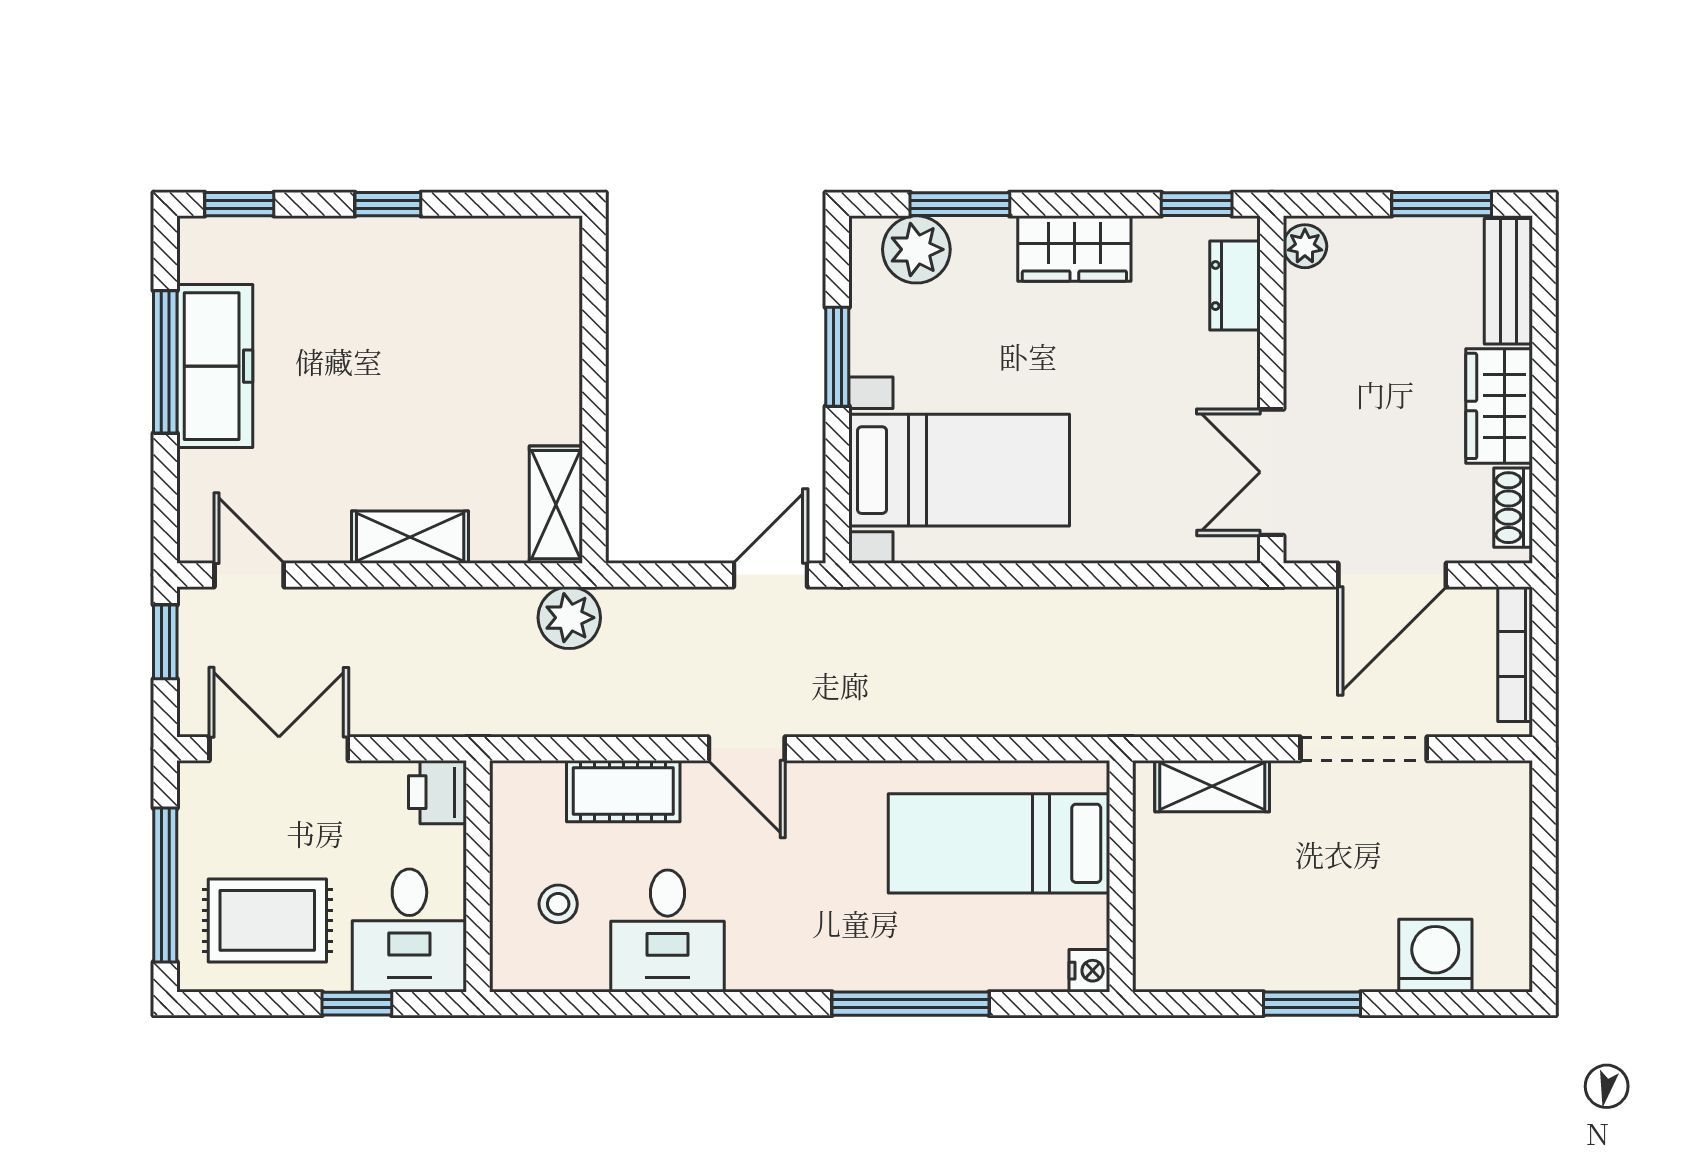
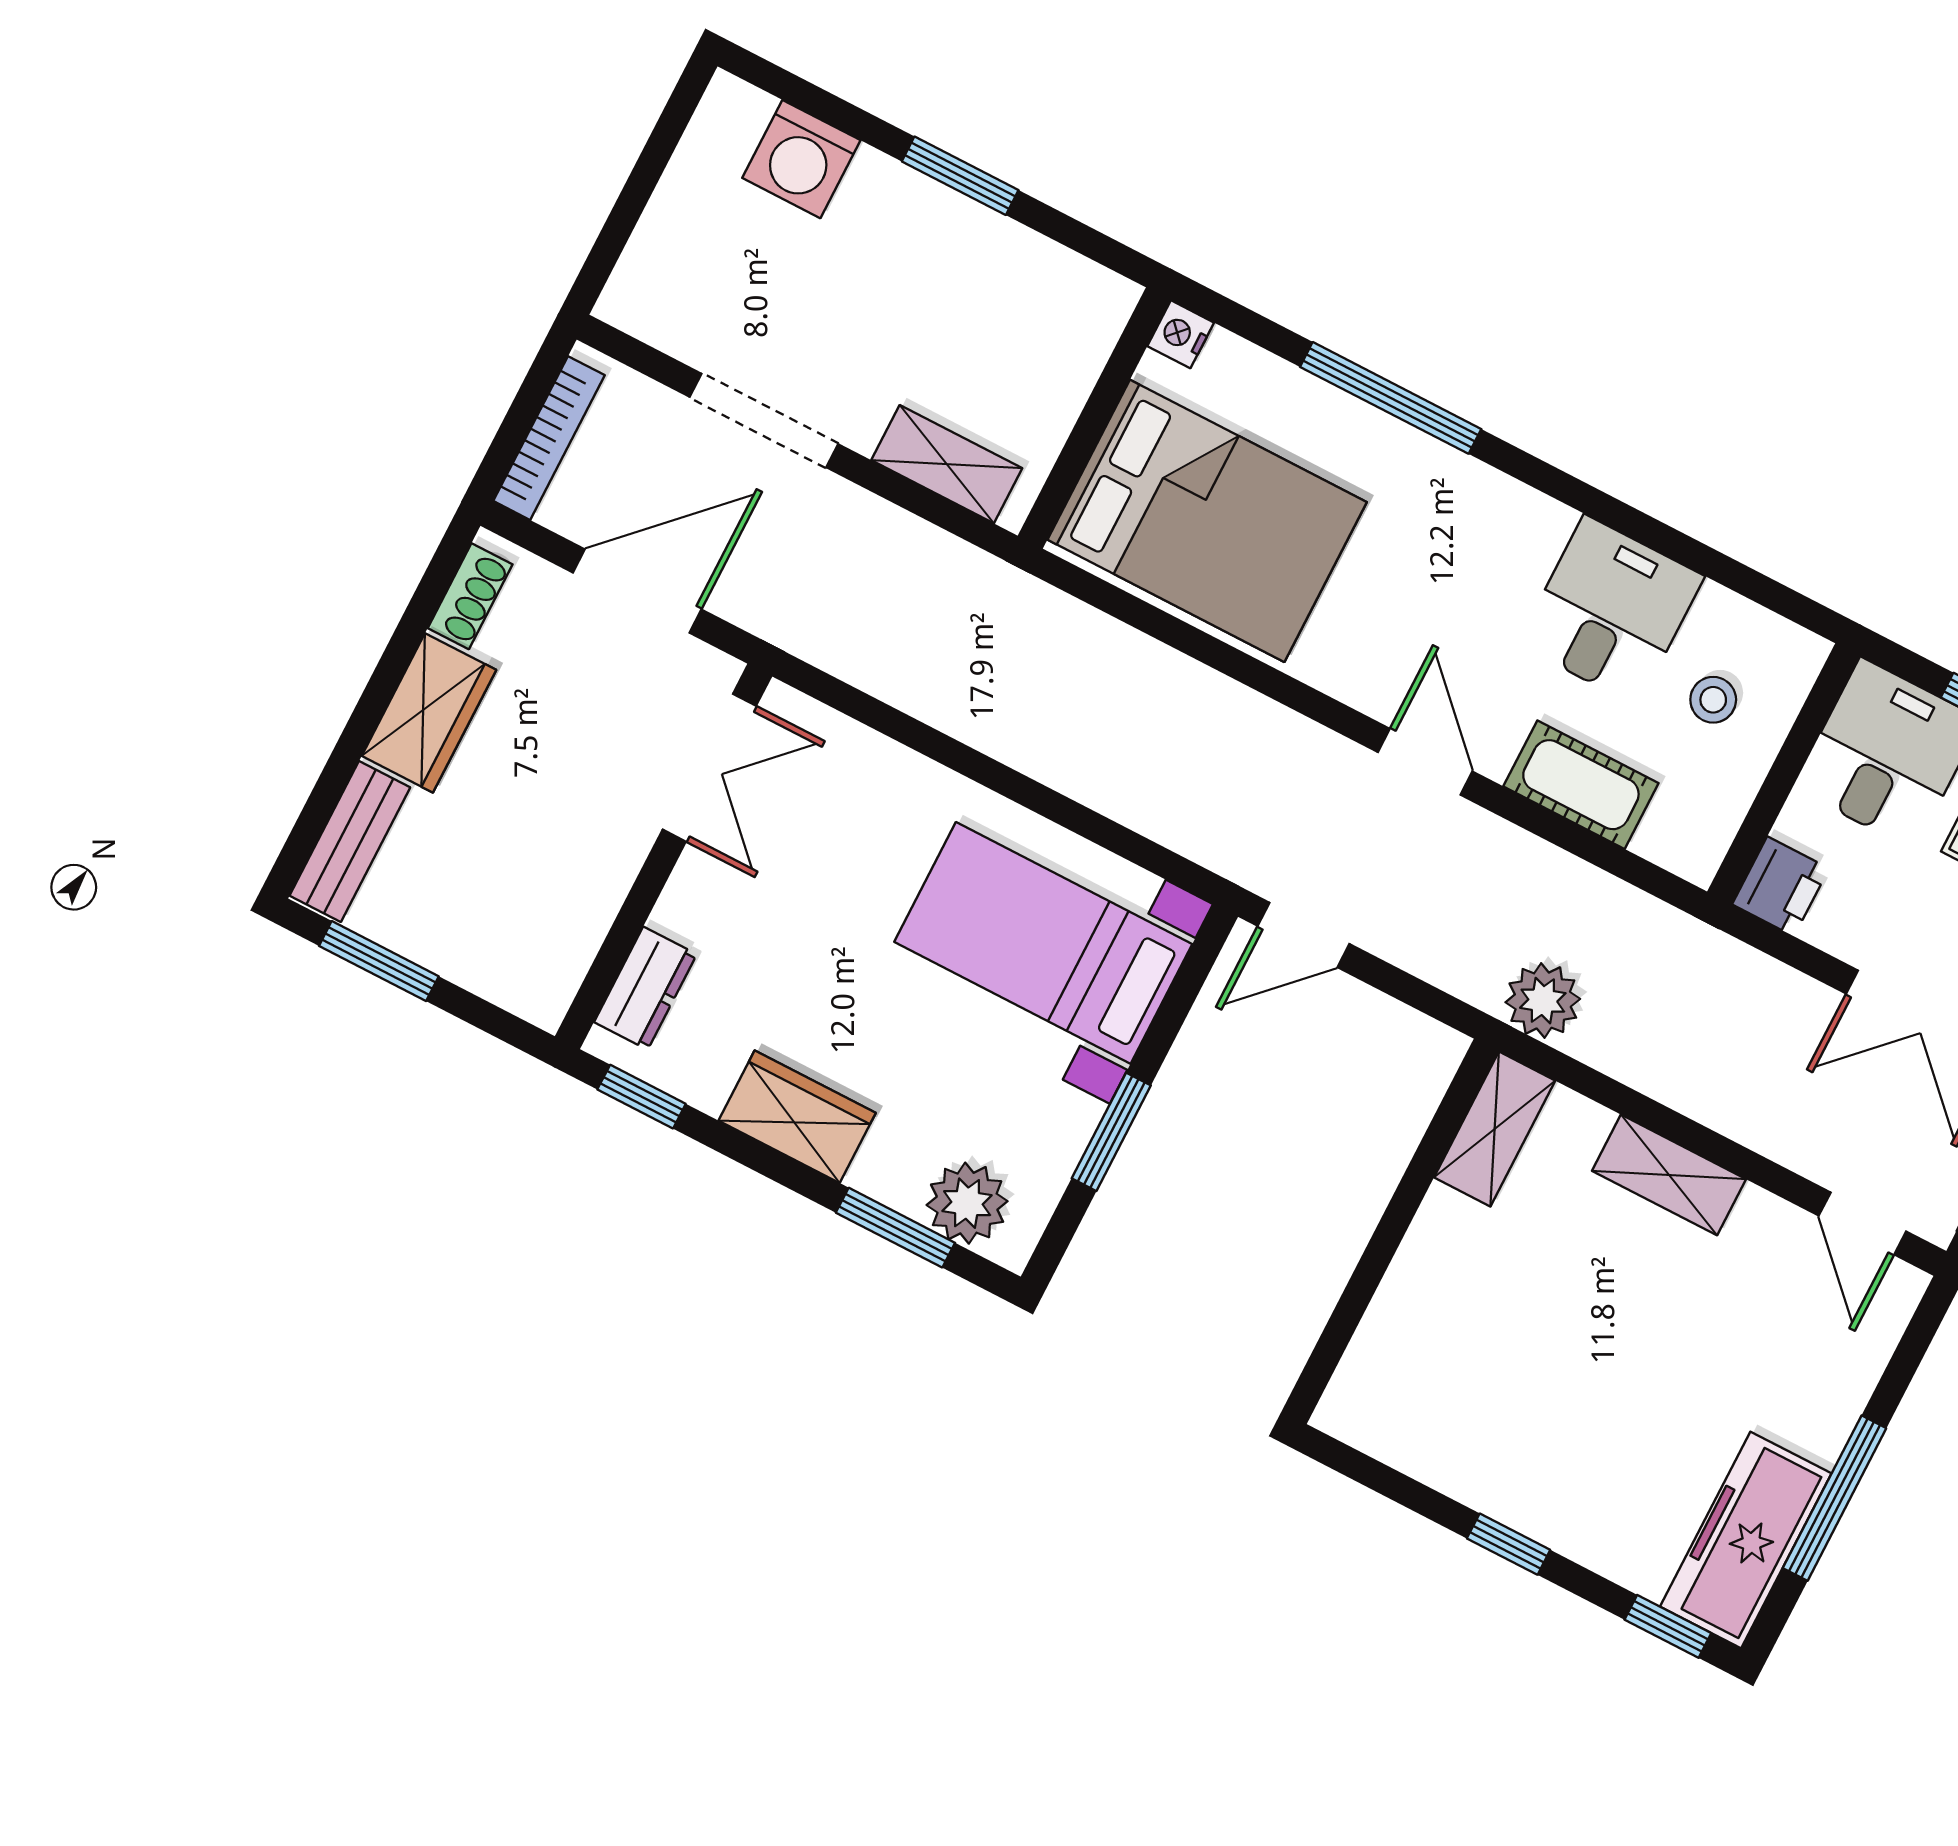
plant: (1305, 246) -> (549, 992), removed
freezer: (215, 366) -> (1746, 1540), moved
bed: (999, 843) -> (1207, 521), width x1.50

